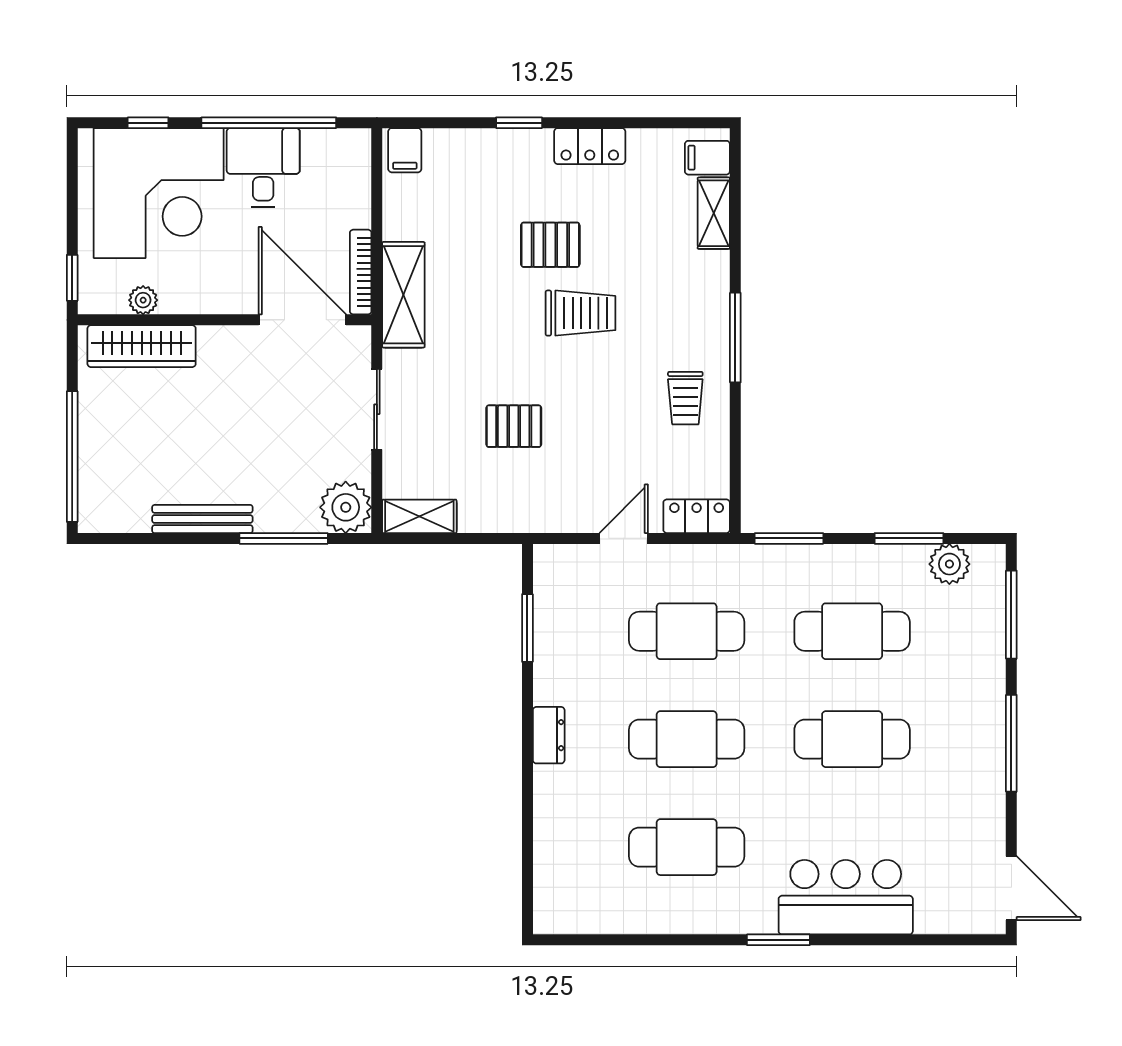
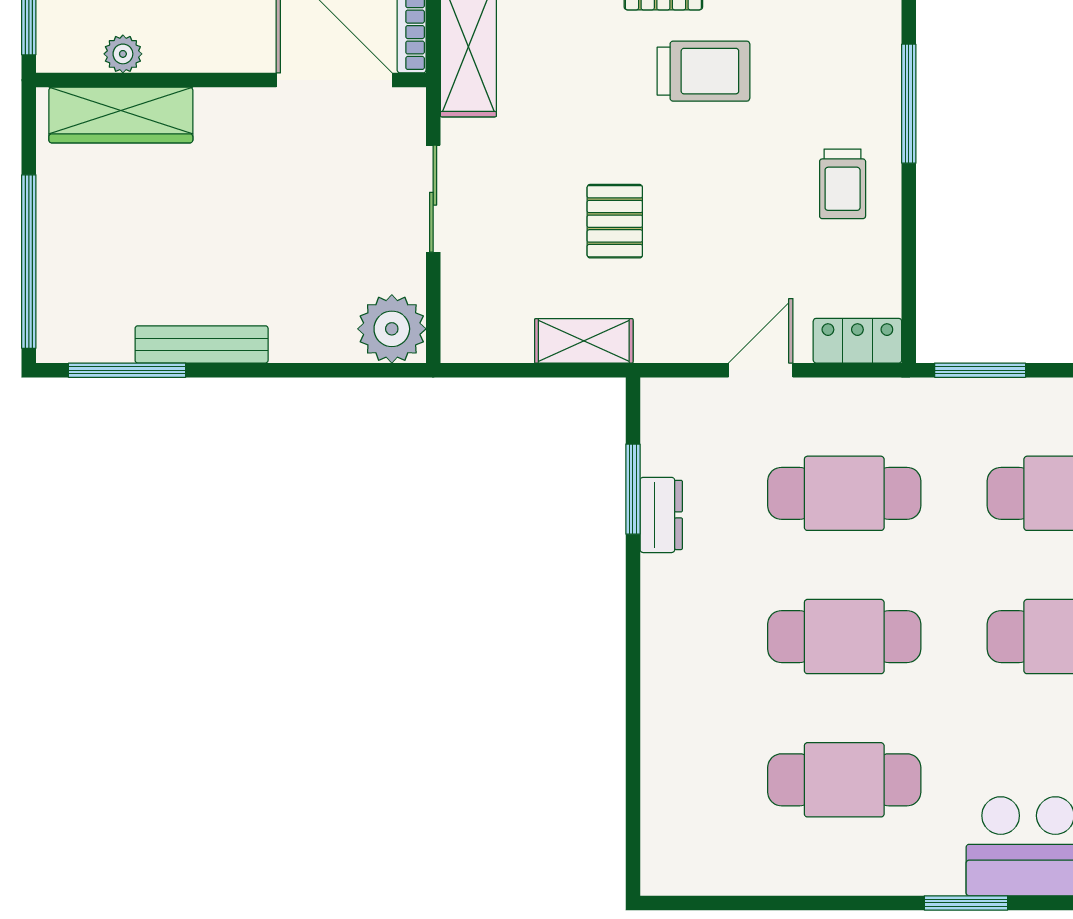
pallet: (514, 426) -> (615, 221), turned 90
shelving: (419, 516) -> (584, 341), moved
window: (284, 538) -> (127, 370), moved
dresser: (549, 735) -> (661, 515), moved

